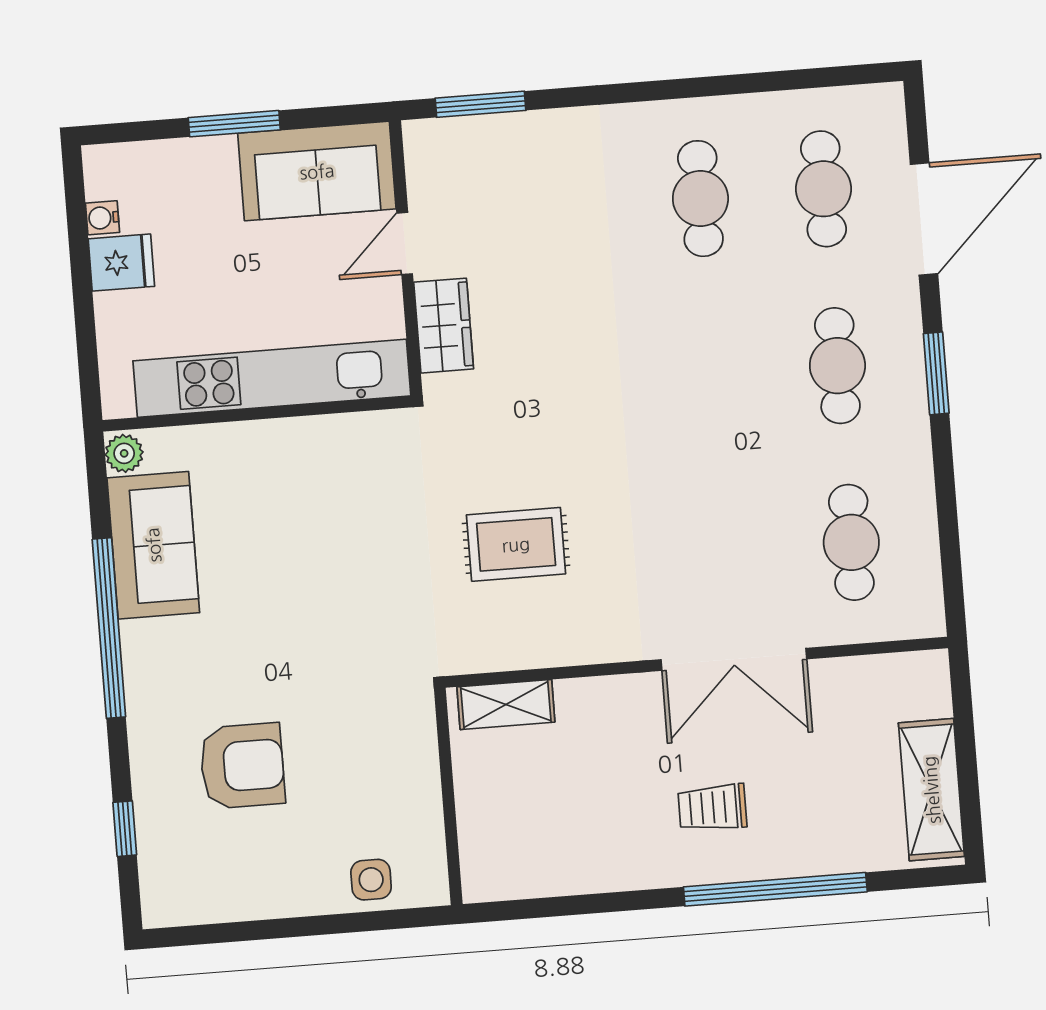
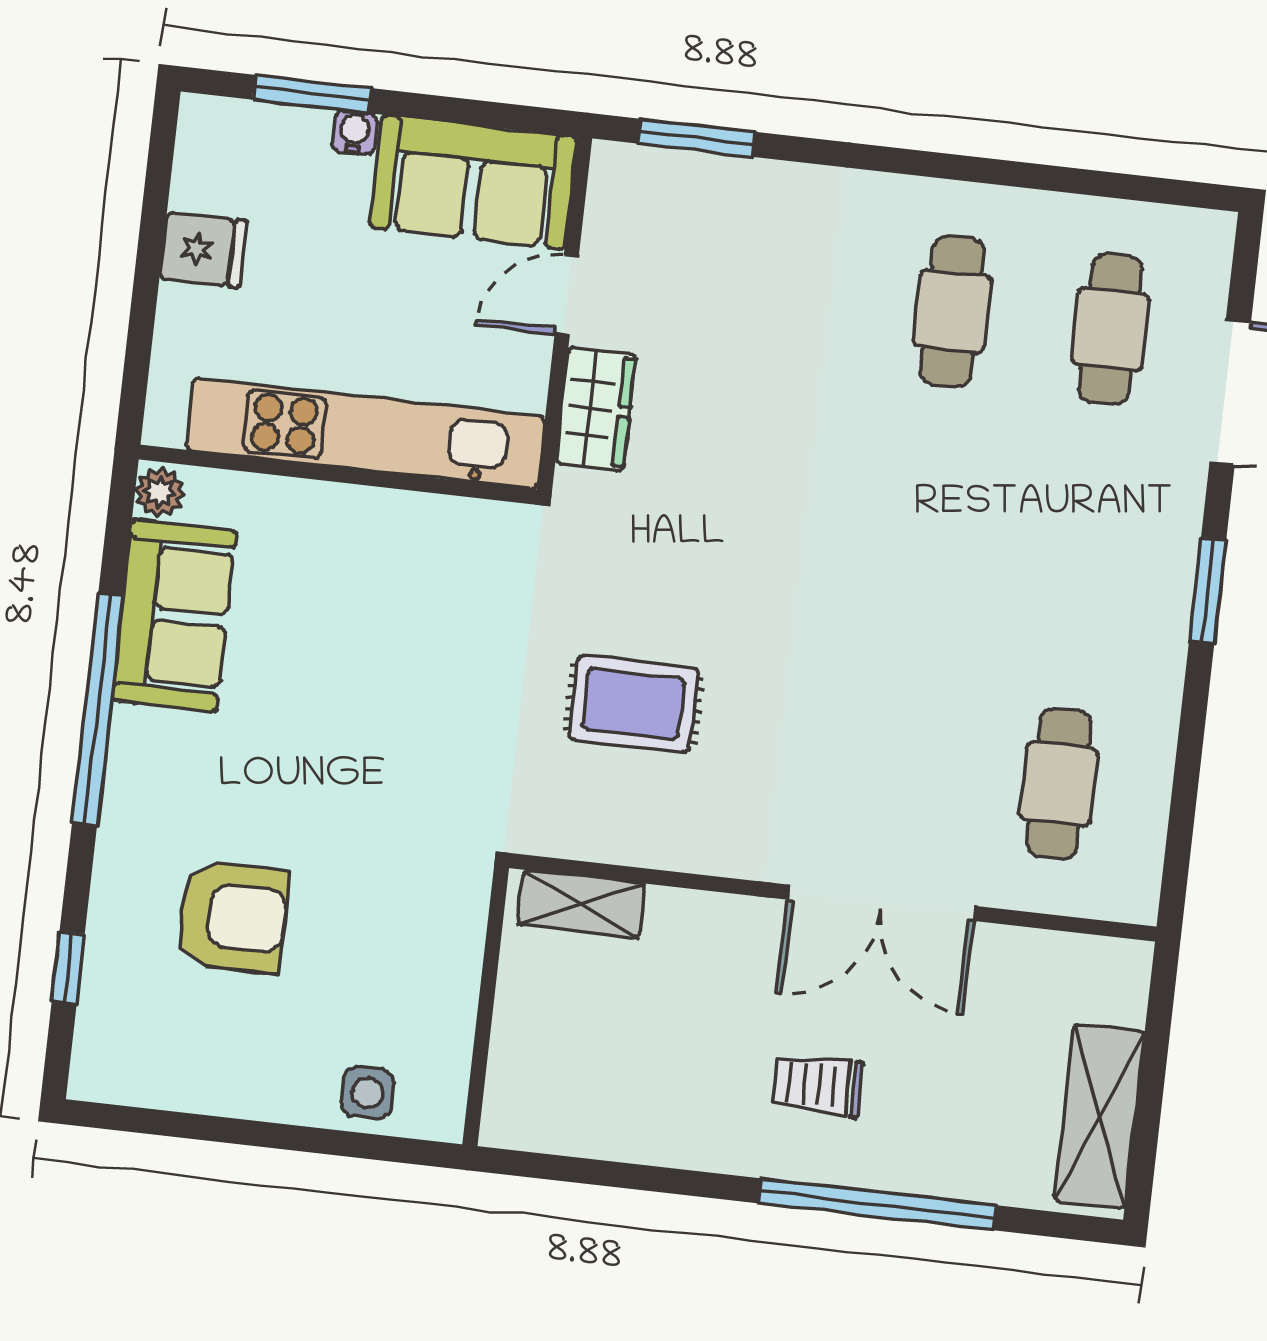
window: (234, 124) -> (312, 94), moved
water cooler: (102, 218) -> (354, 132), moved, turned 90
cafe table: (837, 366) -> (1084, 556), removed

